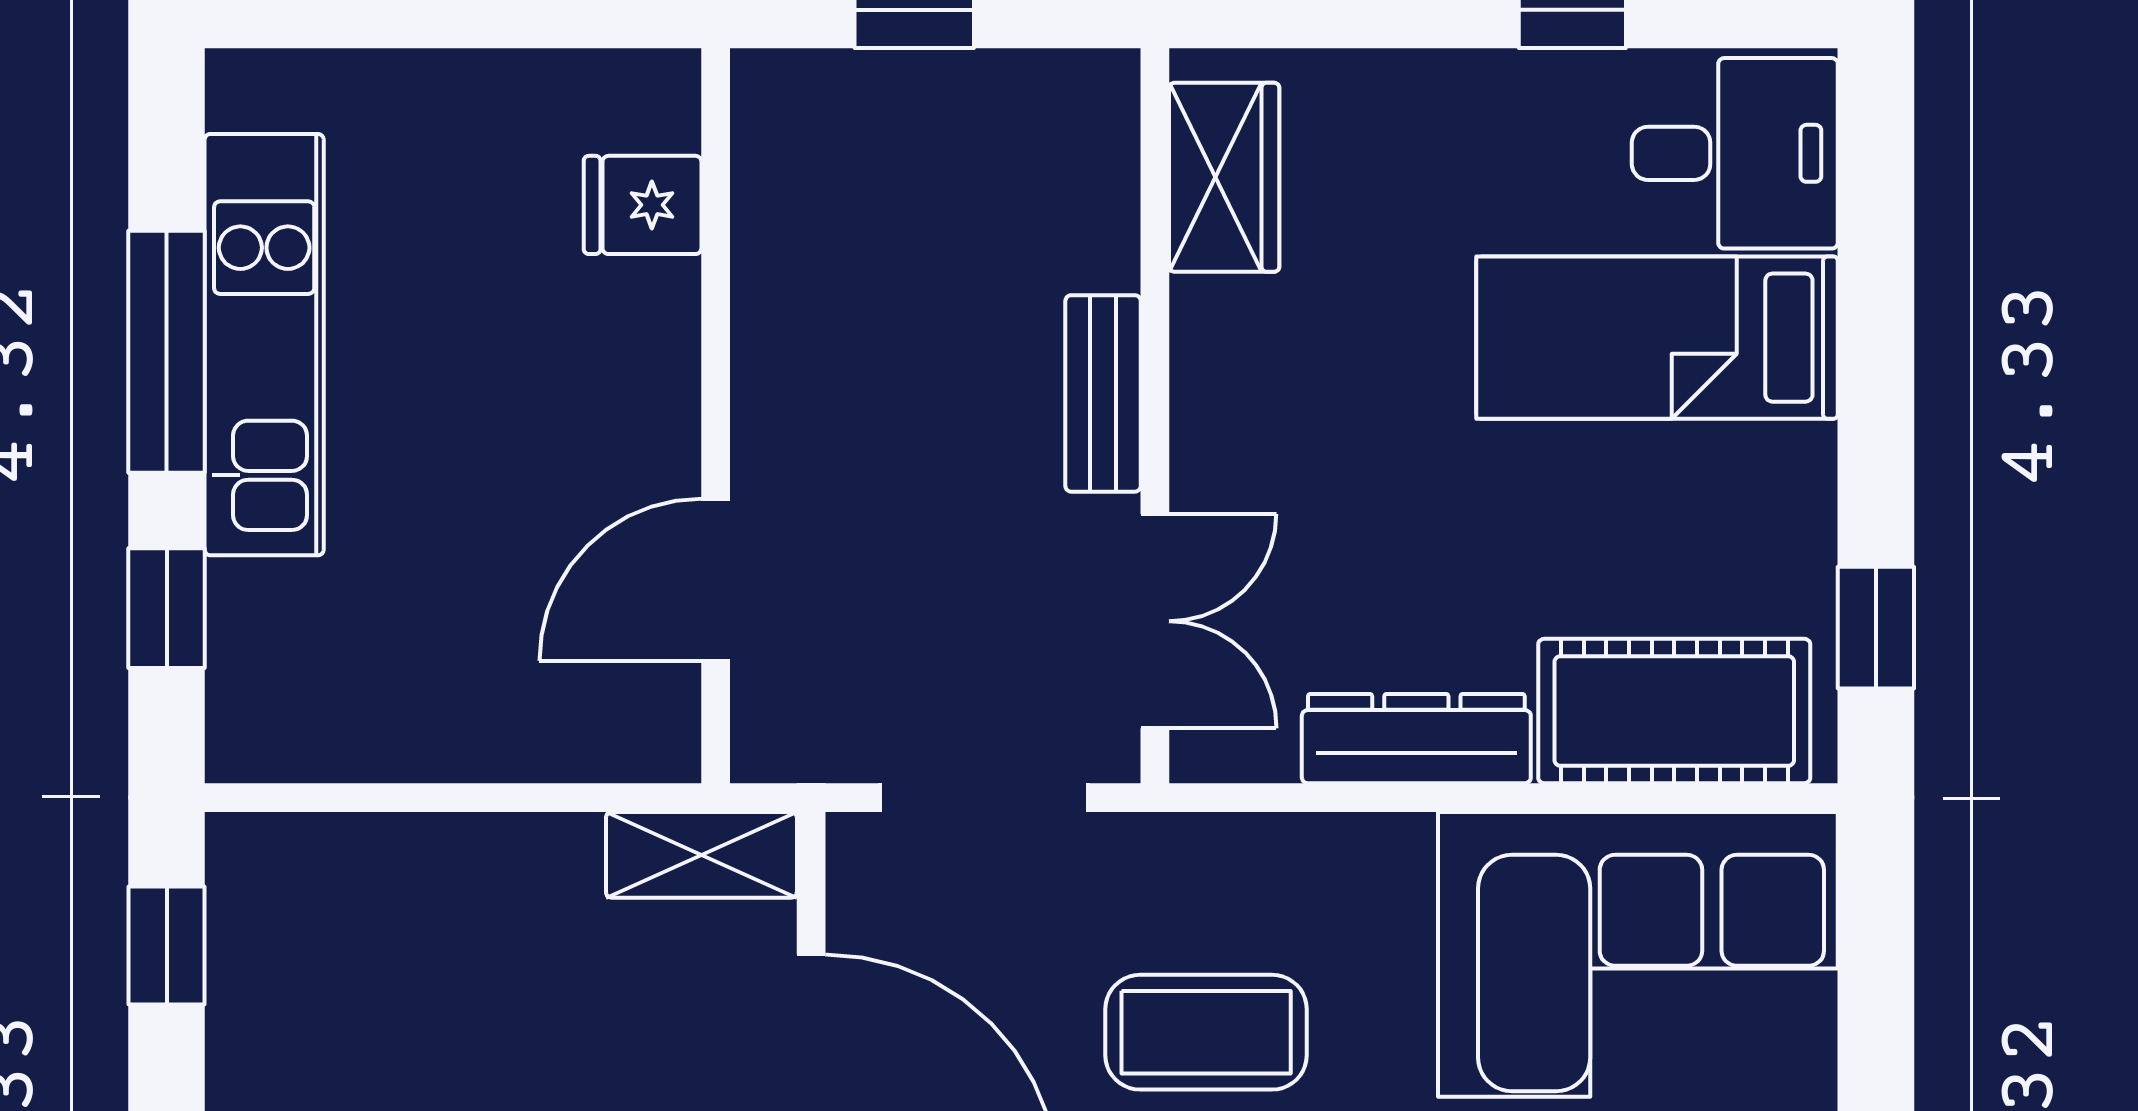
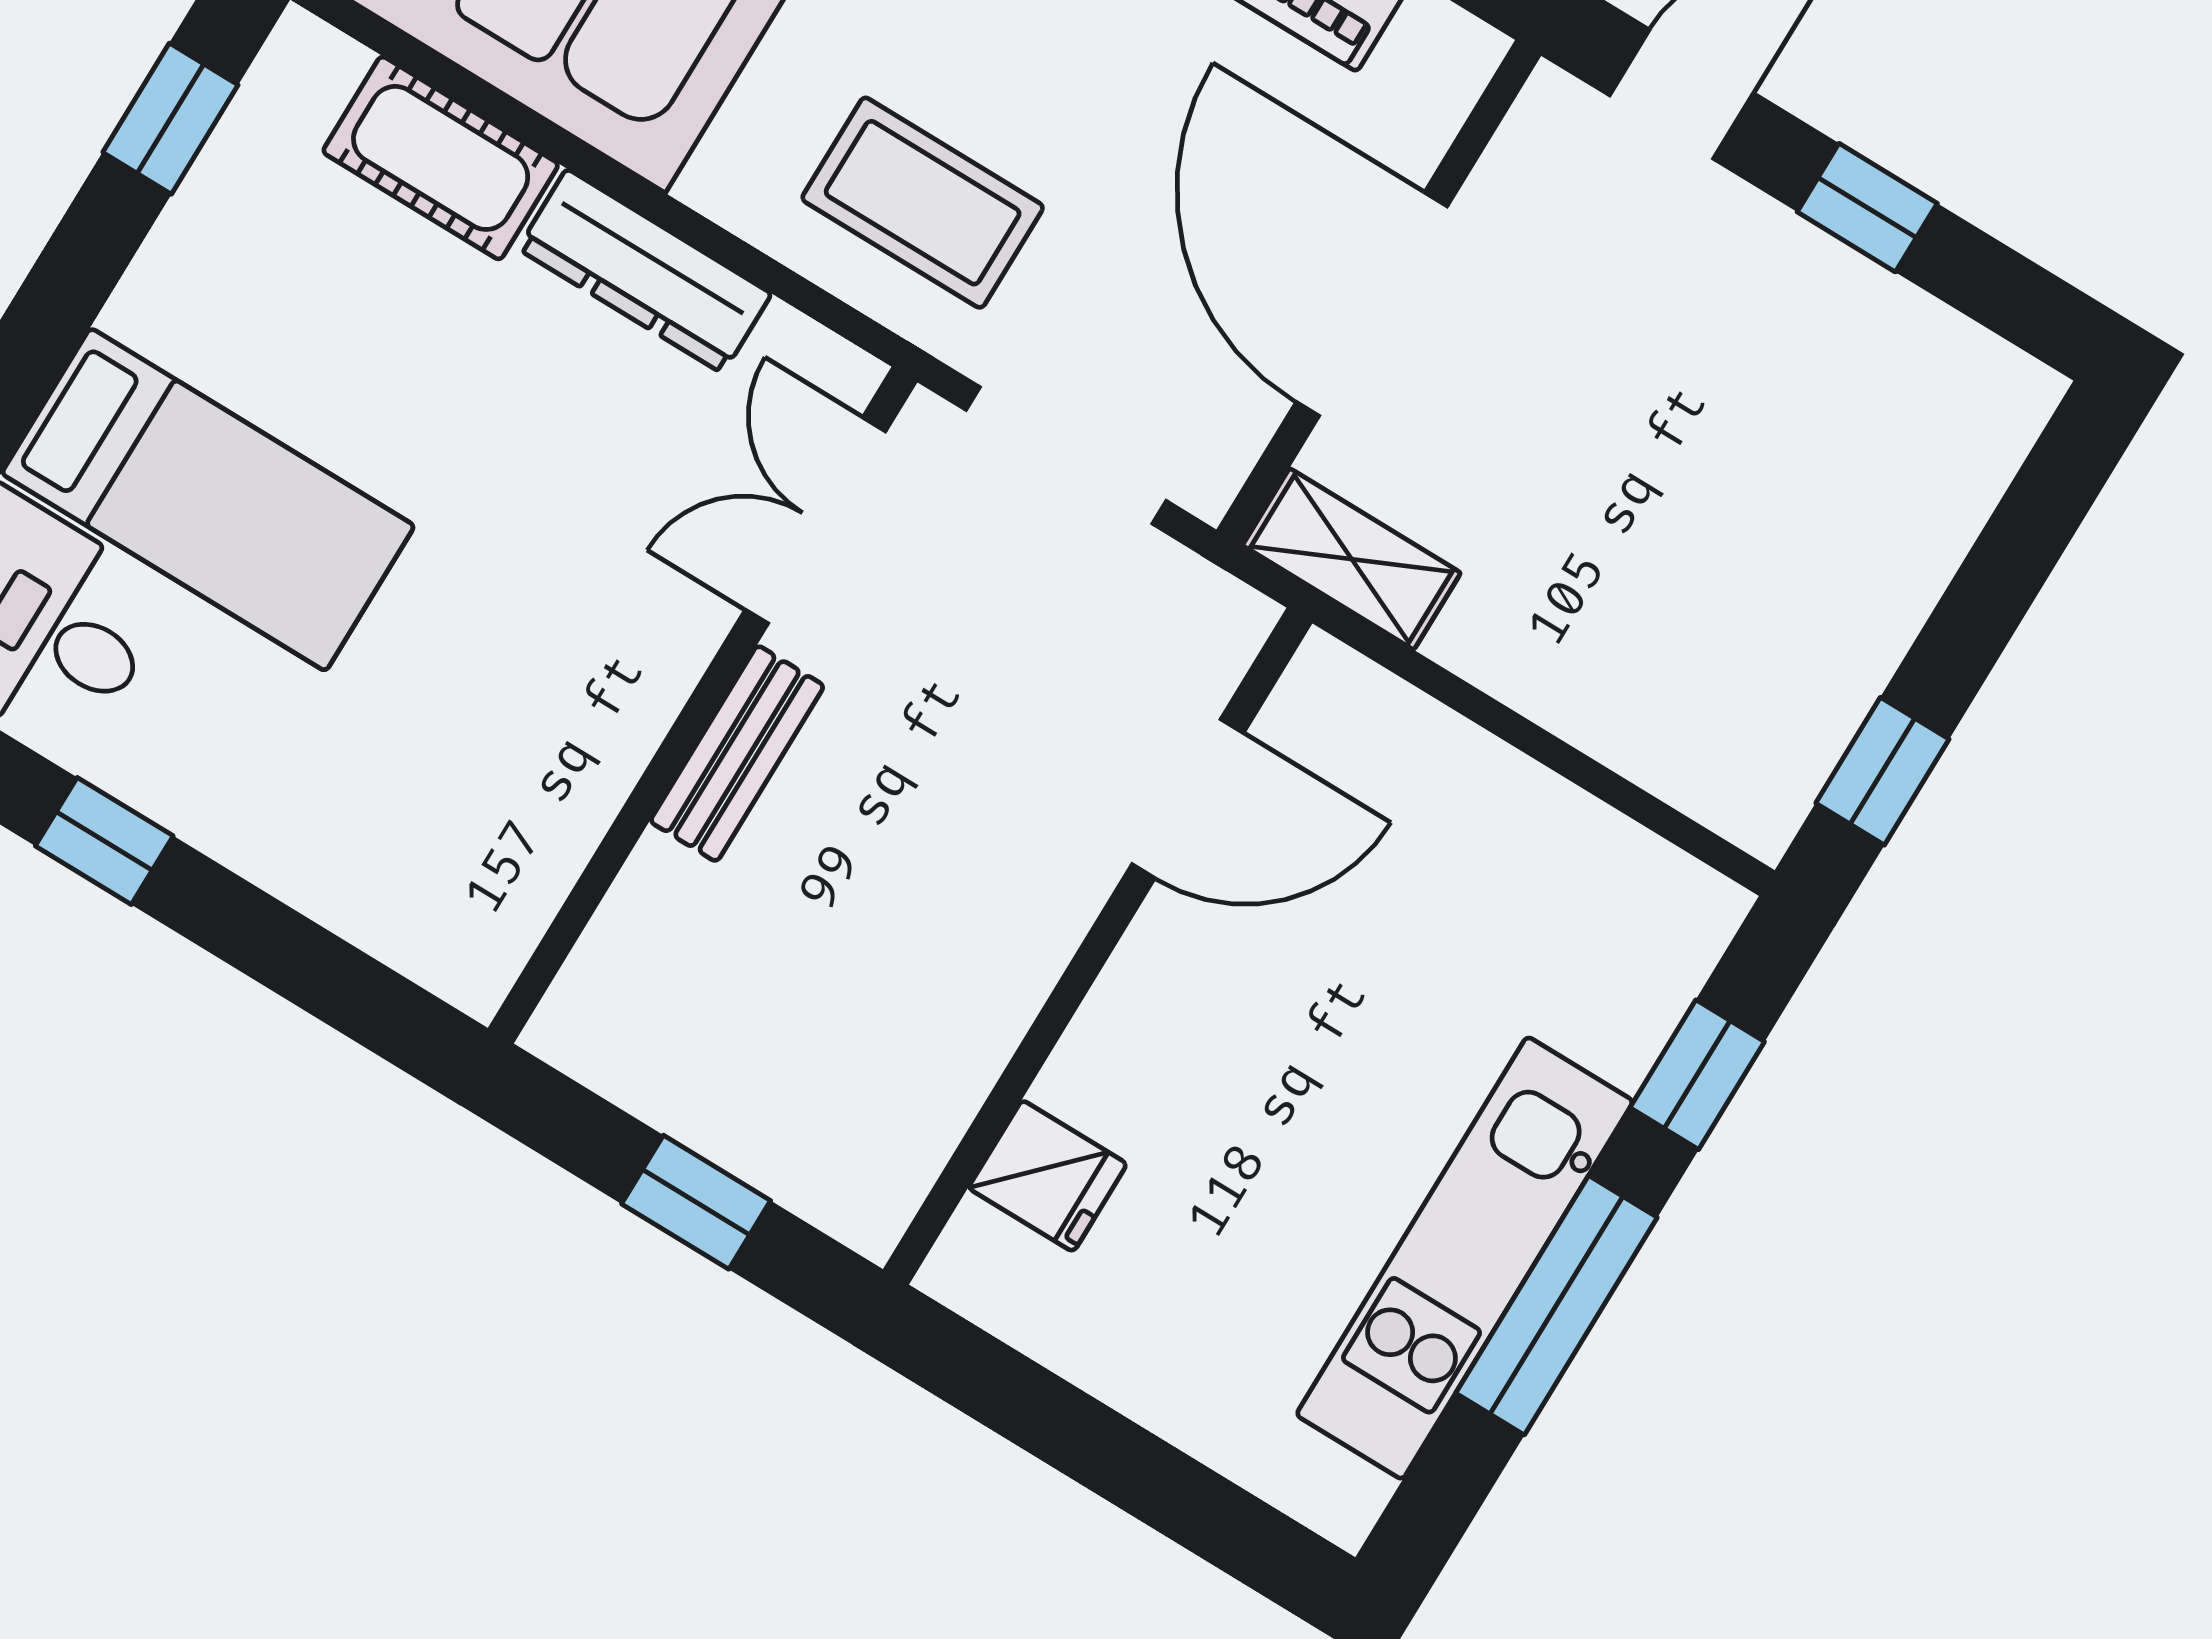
wardrobe: (1224, 177) -> (509, 882), removed
cot: (1674, 711) -> (441, 158), width x0.73, depth x0.75
coffee table: (1206, 1032) -> (923, 203), moved

